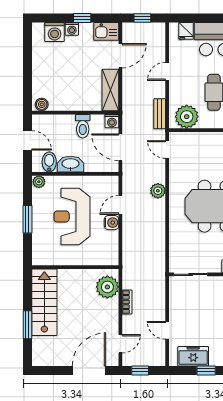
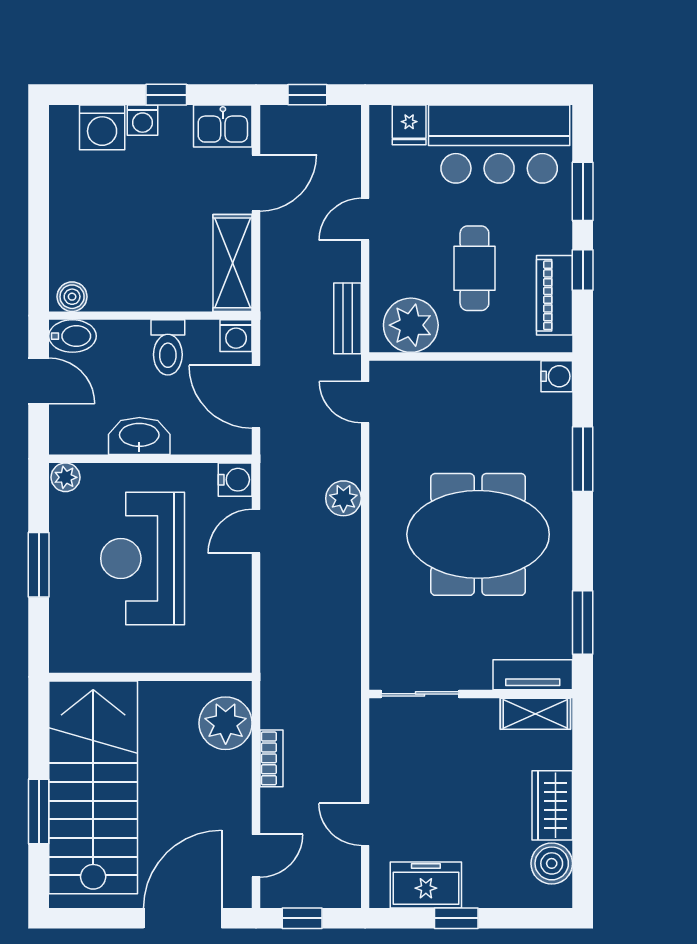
bidet: (49, 162) -> (72, 336), moved, turned 90
water cooler: (112, 223) -> (235, 480), moved
stairs: (44, 302) -> (93, 787), width x1.36, depth x1.51

